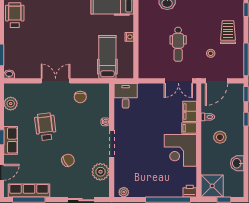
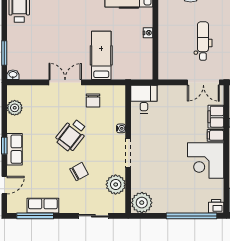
dental chair: (178, 44) -> (203, 41), turned 180
hospital bed: (107, 57) -> (101, 55), moved
wheelchair: (45, 127) -> (71, 135), moved, turned -135
row of seats: (29, 190) -> (43, 206), width x0.68
plant: (124, 192) -> (142, 203), width x1.88, depth x1.88

